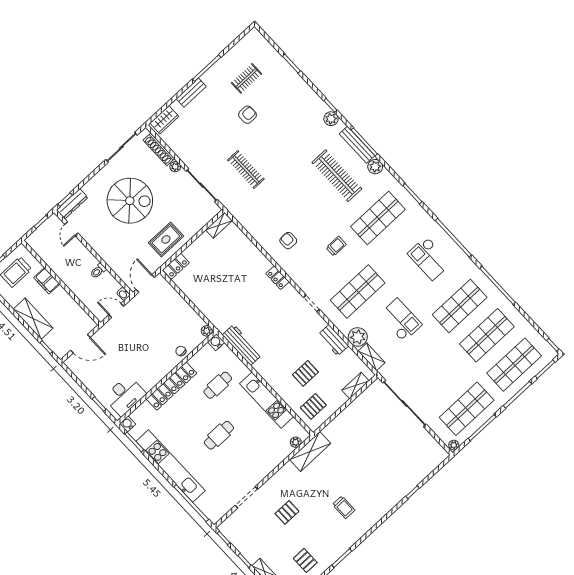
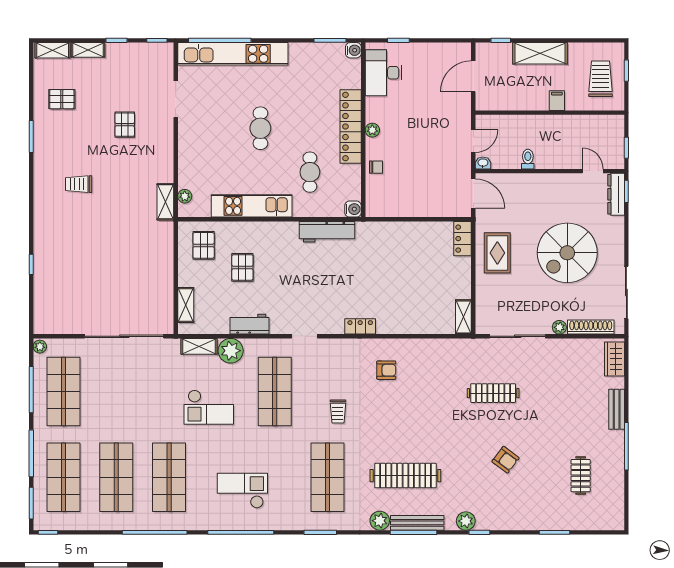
armchair: (248, 115) -> (505, 460), moved, turned -53
filing cabinet: (47, 281) -> (557, 101), width x0.50
plant: (207, 331) -> (372, 130), moved
shelving: (310, 452) -> (165, 202), width x0.67, depth x0.75
kitchen unit: (171, 466) -> (233, 54), moved

